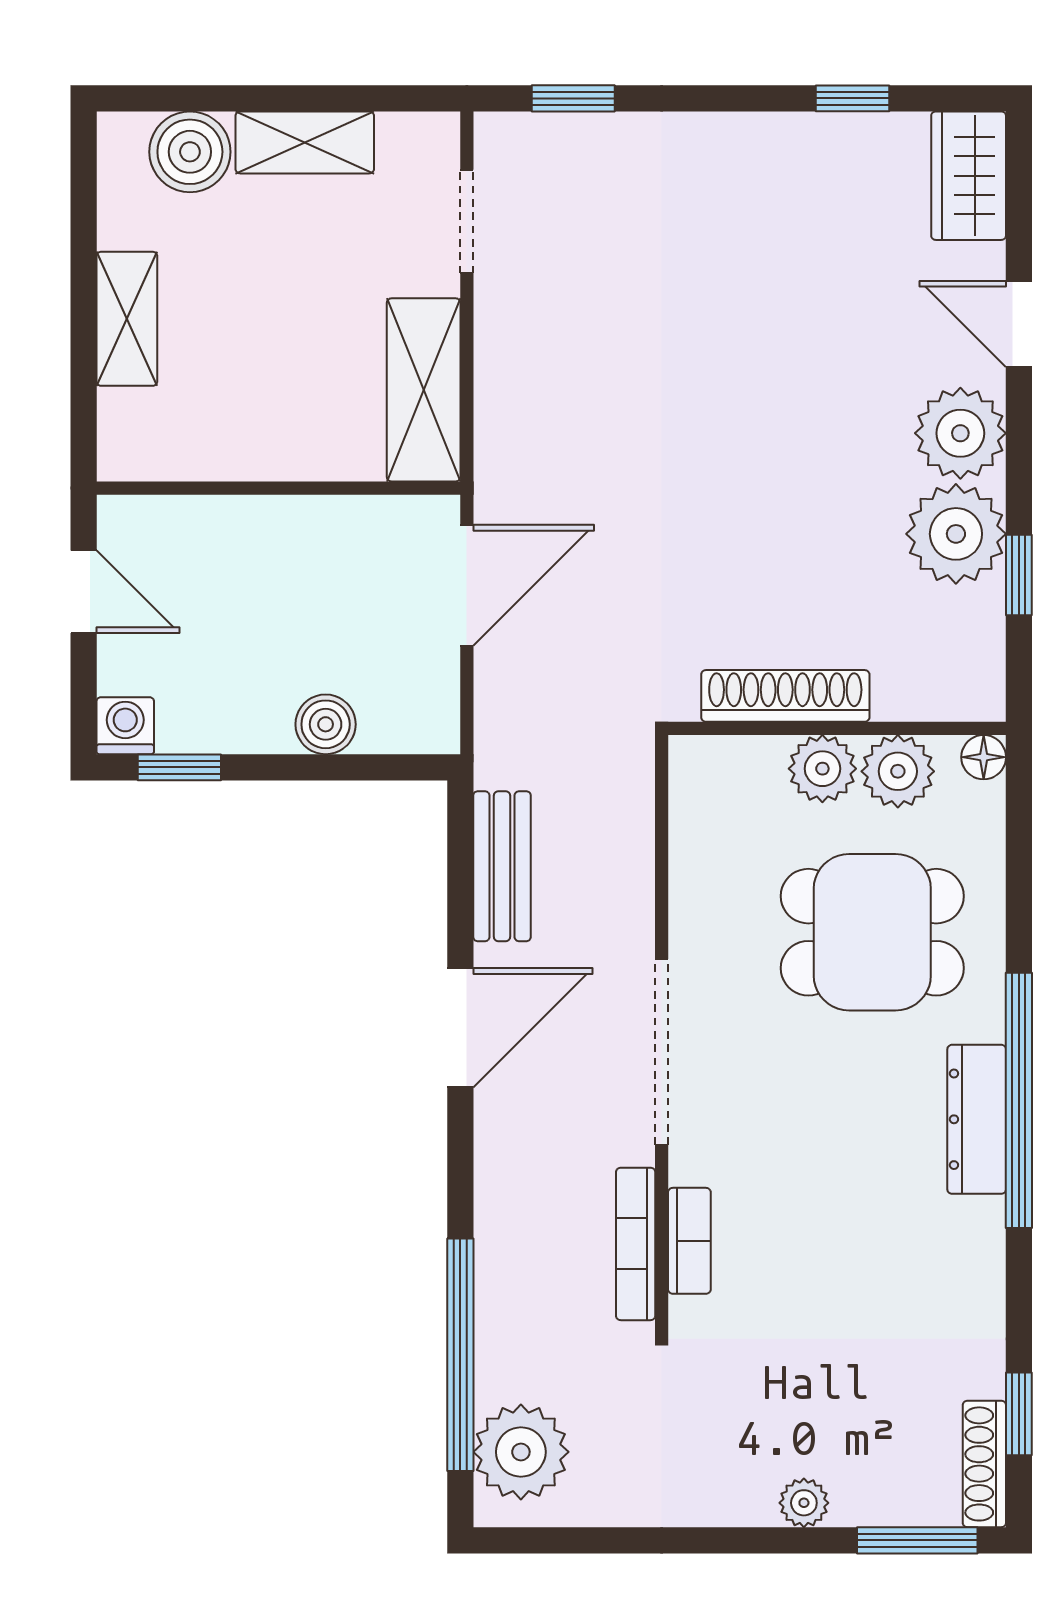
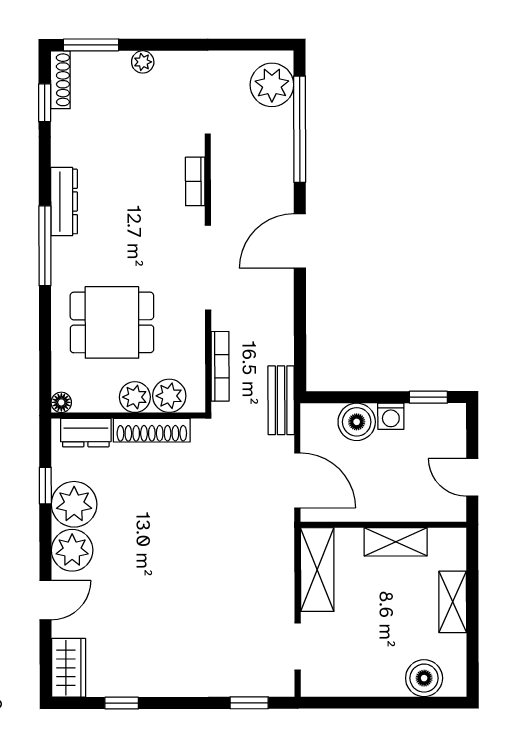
shelving: (305, 142) -> (396, 542), moved
door: (1019, 324) -> (46, 600), hinge flipped
door: (467, 585) -> (297, 480), swing flipped
dresser: (930, 691) -> (86, 433), added
boiler: (326, 724) -> (357, 422), width x1.36, depth x1.36
washing machine: (125, 726) -> (391, 416), moved
plant: (898, 771) -> (169, 396), moved
bench: (502, 866) -> (281, 400), moved
door: (460, 1028) -> (300, 241), moved
window: (1019, 1100) -> (45, 246), width x0.68
dresser: (977, 1119) -> (64, 202), moved
bookcase: (636, 1244) -> (220, 366), moved

